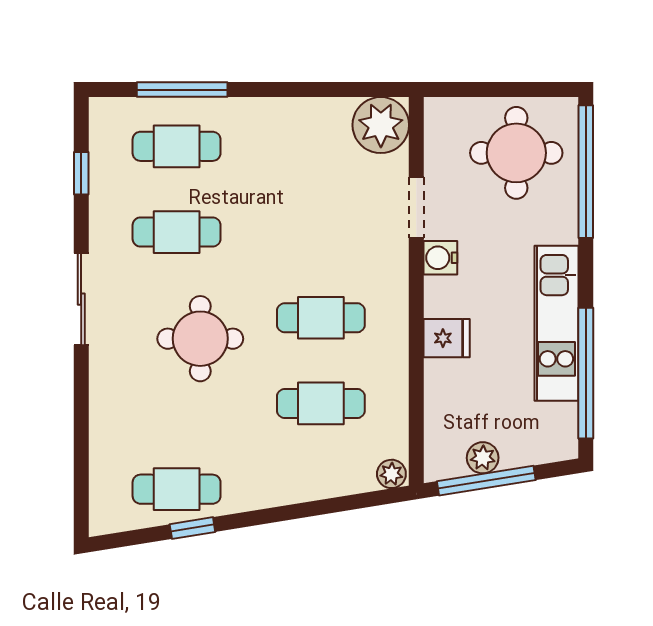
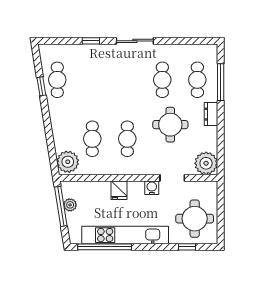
dresser: (260, 113) -> (211, 114), added
window: (586, 172) -> (187, 247), width x0.32
window: (81, 173) -> (91, 41), moved
kitchen unit: (556, 323) -> (125, 235), width x1.36
round table: (200, 339) -> (170, 125), moved
plant: (391, 474) -> (68, 162), width x1.88, depth x1.88

